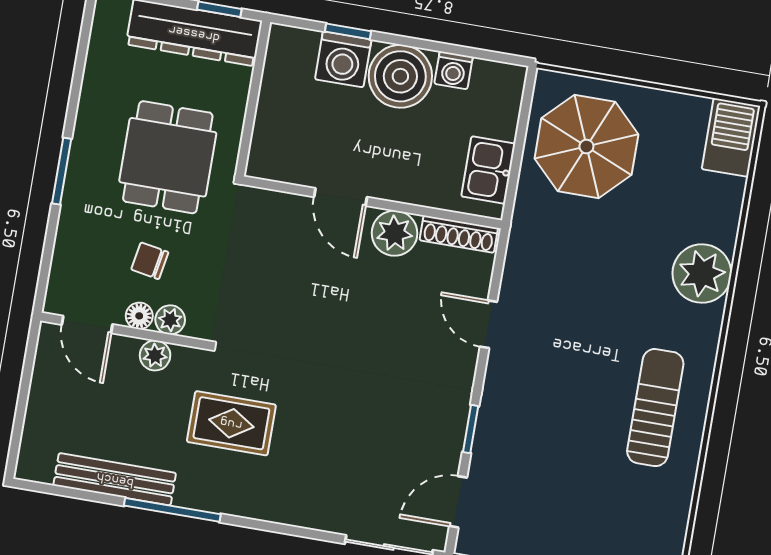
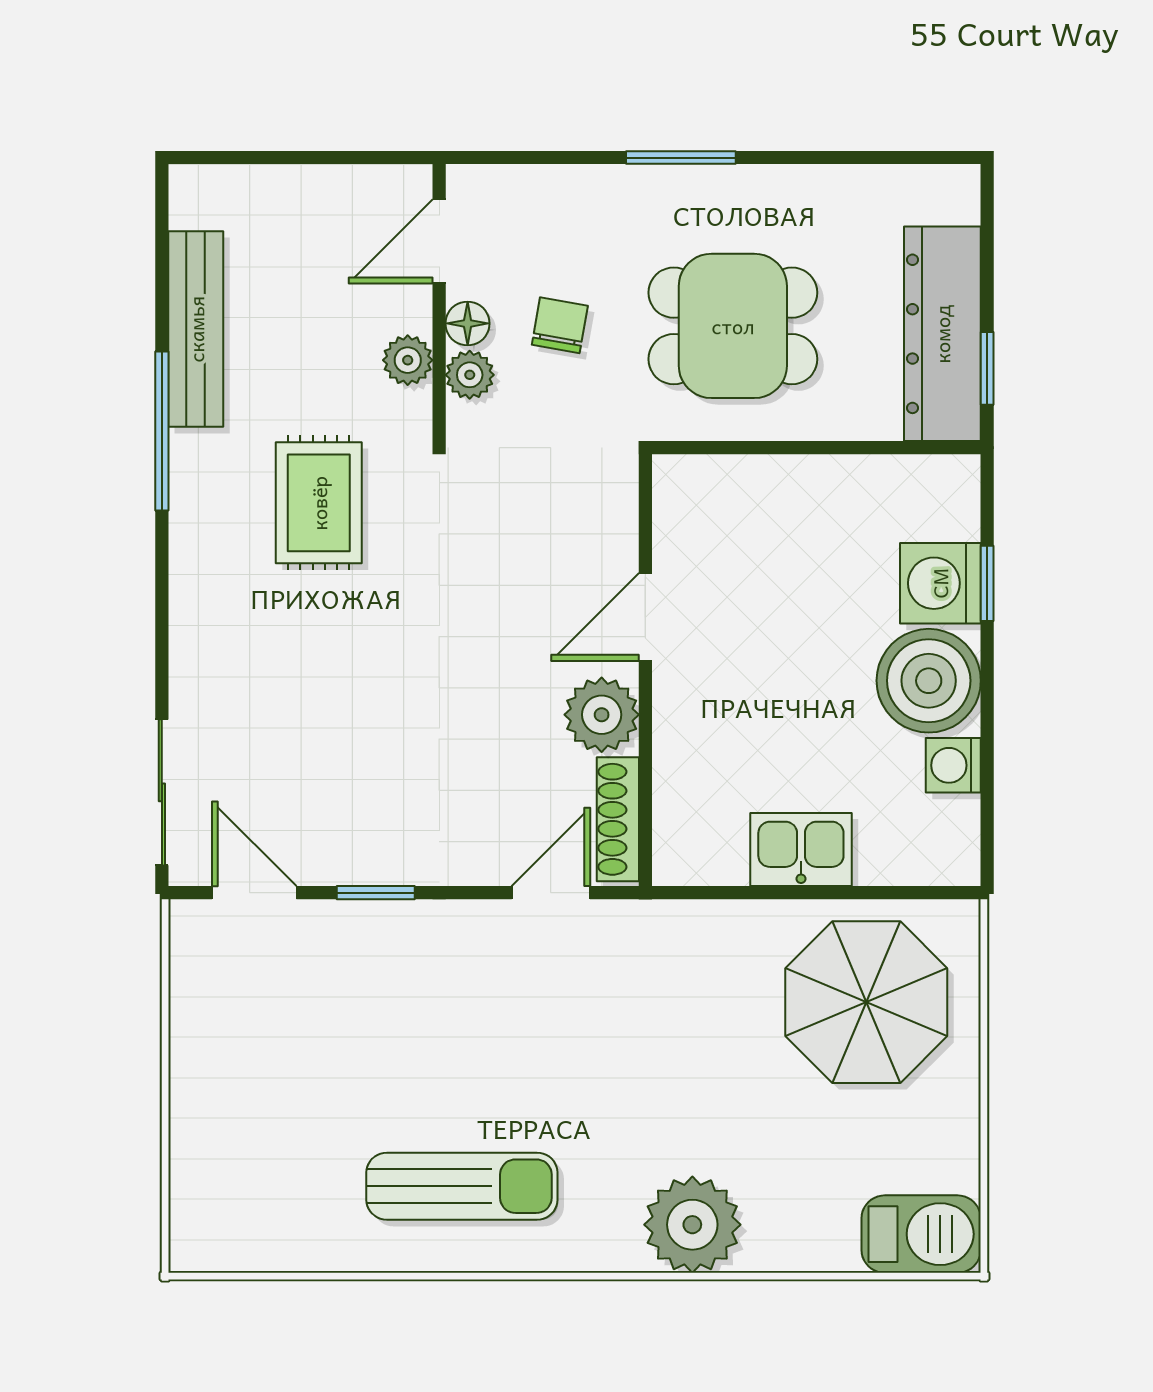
door: (340, 197) -> (645, 617), moved
wall: (372, 202) -> (645, 670), moved
plant: (395, 233) -> (602, 715), moved
shoe rack: (459, 234) -> (618, 819), moved

